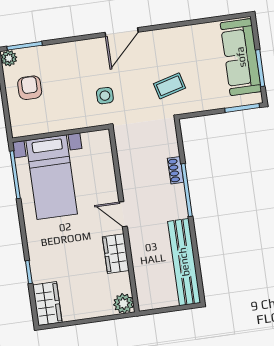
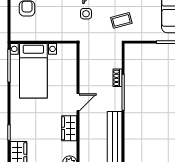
side table: (105, 96) -> (86, 14), moved
door: (123, 214) -> (78, 102), swing flipped

